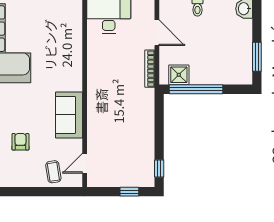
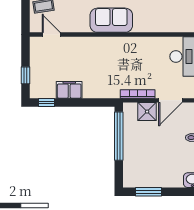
shower: (179, 75) -> (147, 112), moved
sofa: (69, 115) -> (111, 20), moved
filing cabinet: (145, 144) -> (69, 90), added

